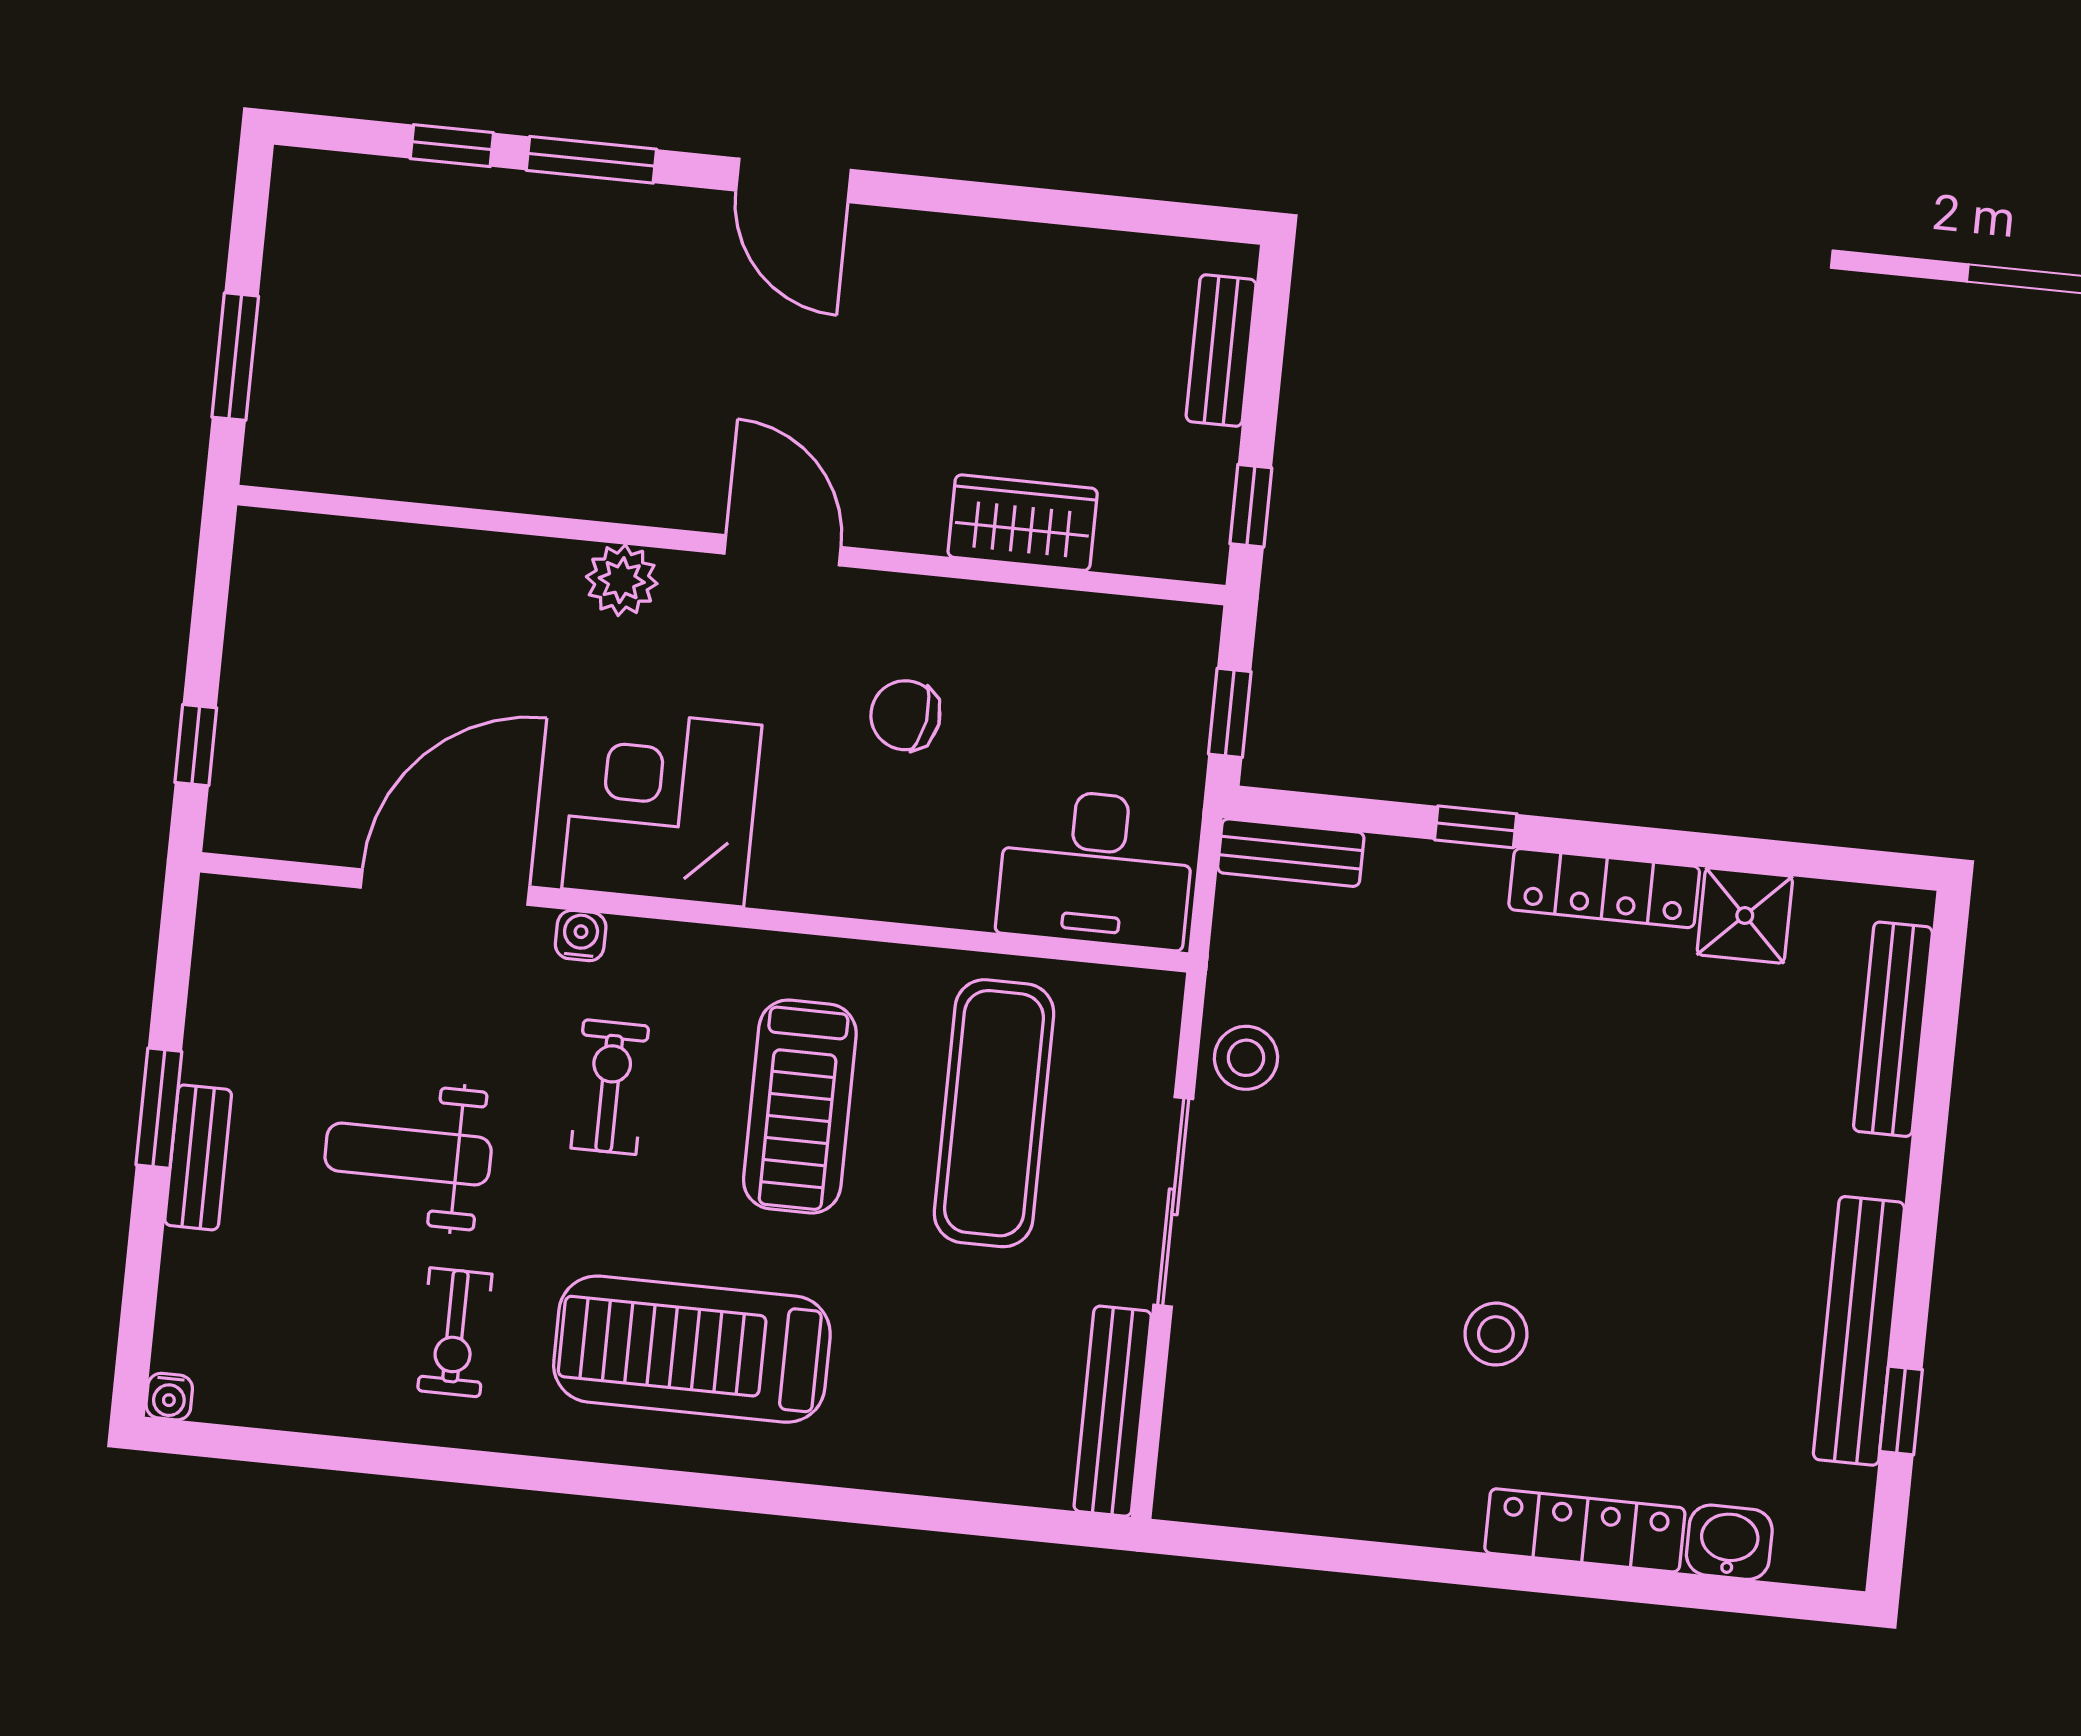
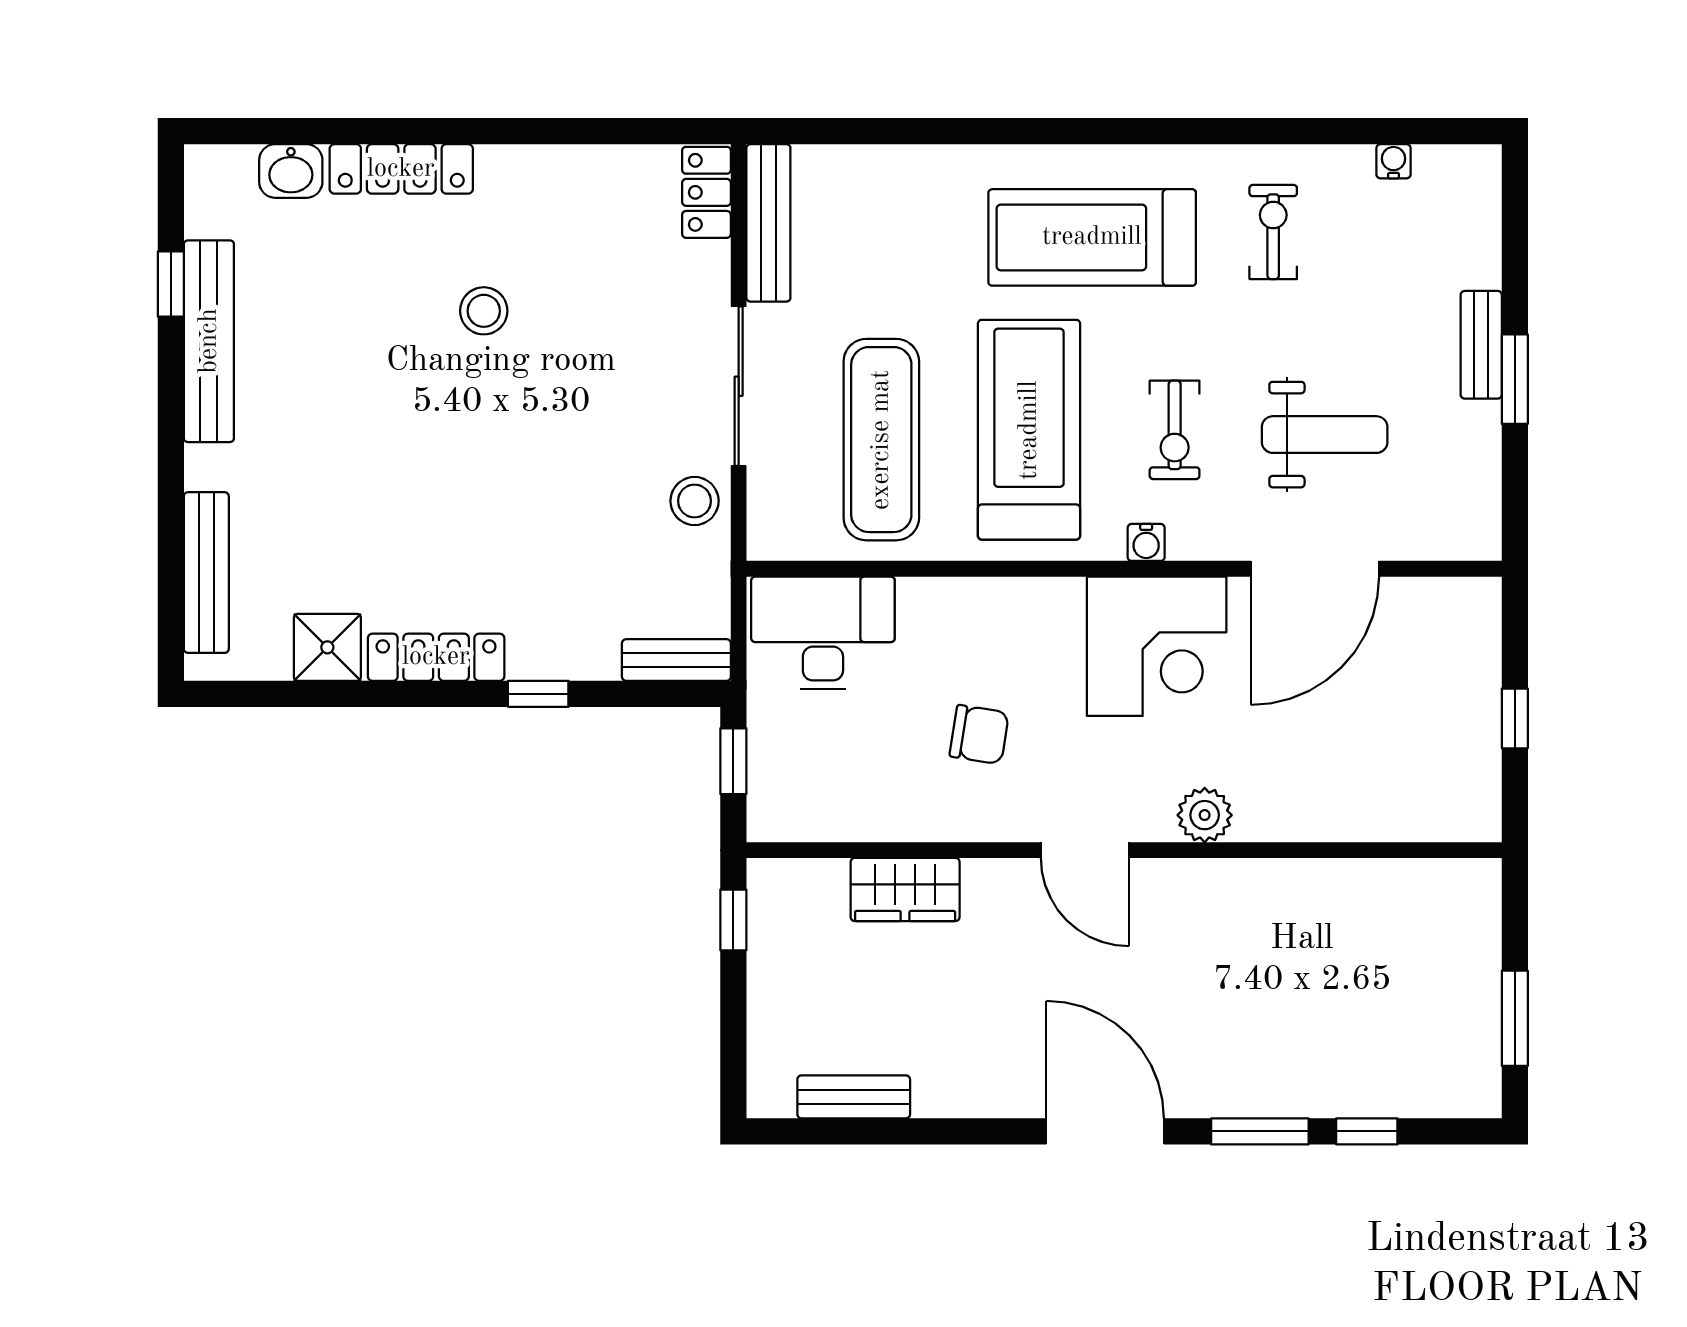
door: (793, 180) -> (1105, 1131), width x1.36
bench: (1221, 351) -> (854, 1097), moved, turned 90
window: (235, 357) -> (1515, 1018), moved
window: (196, 745) -> (1515, 718), moved
water cooler: (581, 936) -> (1146, 542), moved
treadmill: (800, 1107) -> (1029, 430), width x1.37, depth x1.38
weight bench: (408, 1154) -> (1325, 435), moved
treadmill: (692, 1349) -> (1092, 237), turned 180
water cooler: (169, 1397) -> (1394, 161), moved
locker: (1189, 1459) -> (706, 192), added

